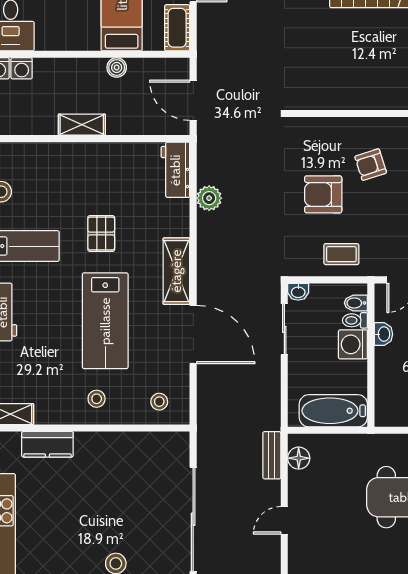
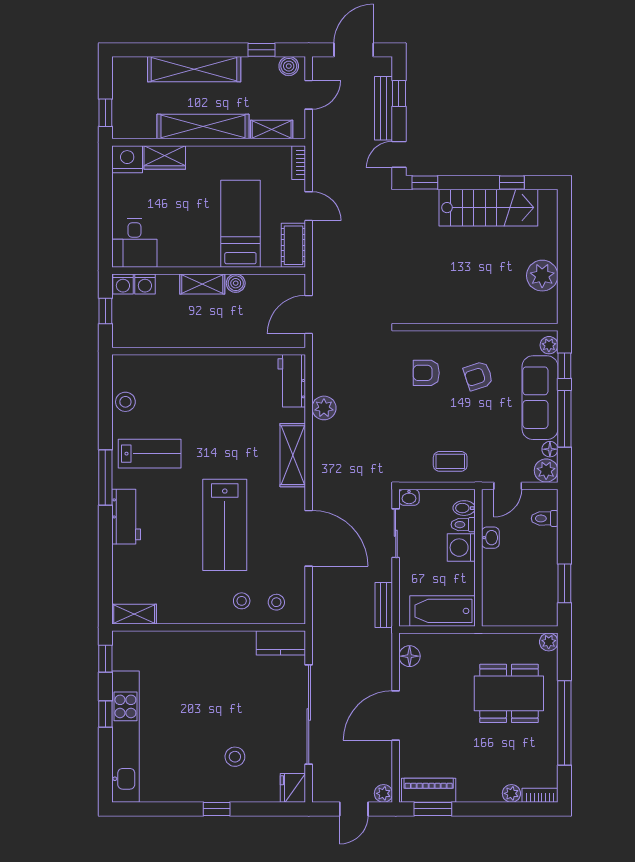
door: (193, 100) -> (309, 314), hinge flipped
shelving: (82, 125) -> (202, 284), moved
armchair: (323, 194) -> (426, 373), moved, width x0.72, depth x0.72
pallet: (101, 234) -> (221, 442), removed
shelving: (176, 271) -> (293, 455), moved
stool: (97, 399) -> (242, 601), moved
kitchen counter: (47, 444) -> (281, 643), moved
bench: (272, 455) -> (384, 605), moved
door: (284, 520) -> (396, 715), width x1.88

